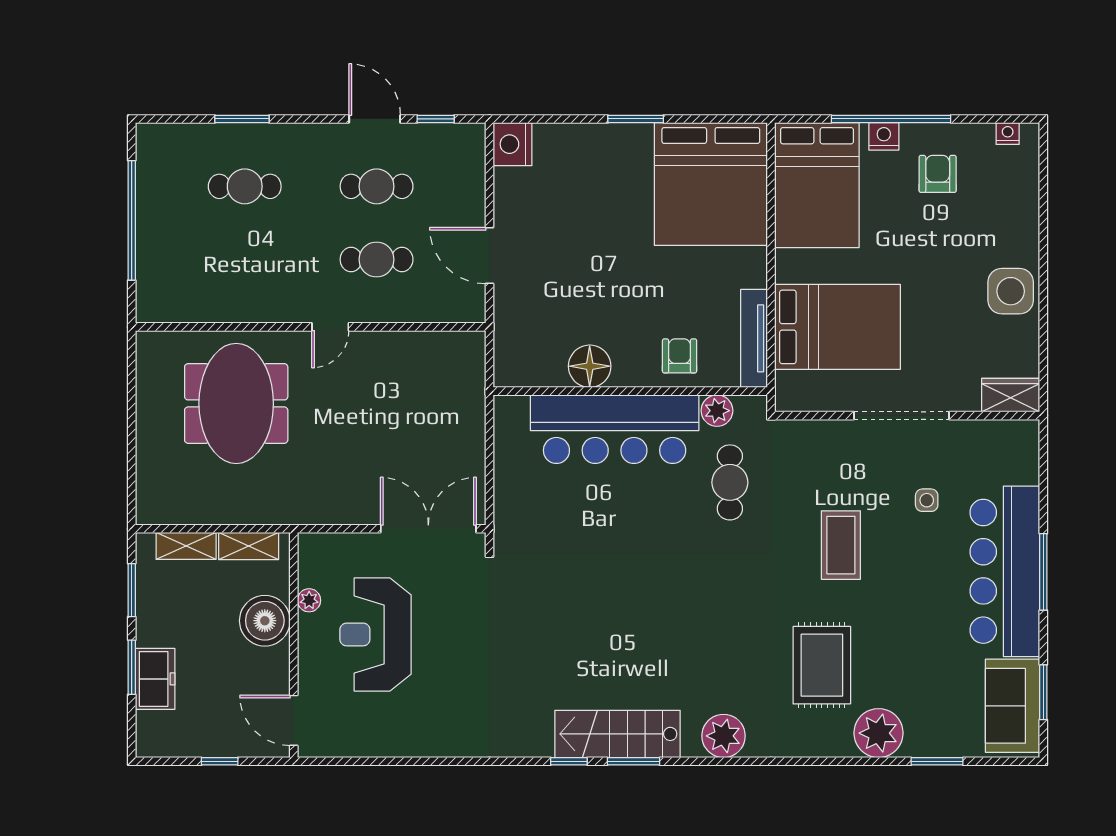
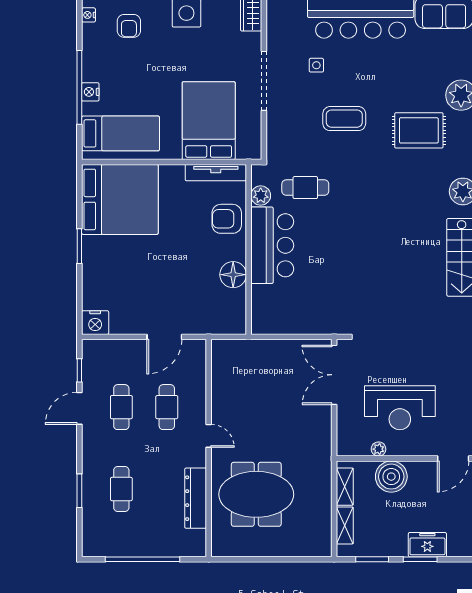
armchair: (938, 174) -> (129, 26), moved, turned -90
bed: (817, 185) -> (121, 133), width x0.67
dresser: (230, 306) -> (196, 498), added
armchair: (680, 356) -> (227, 219), width x1.38, depth x1.38
bar counter: (615, 429) -> (272, 245), width x0.73

